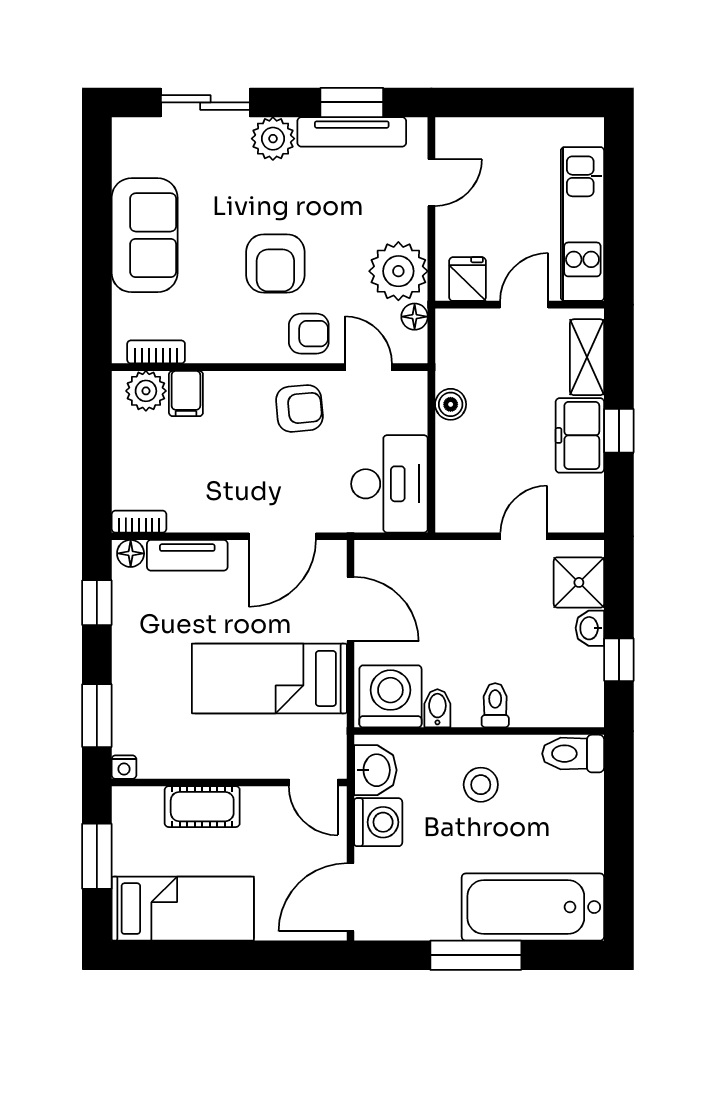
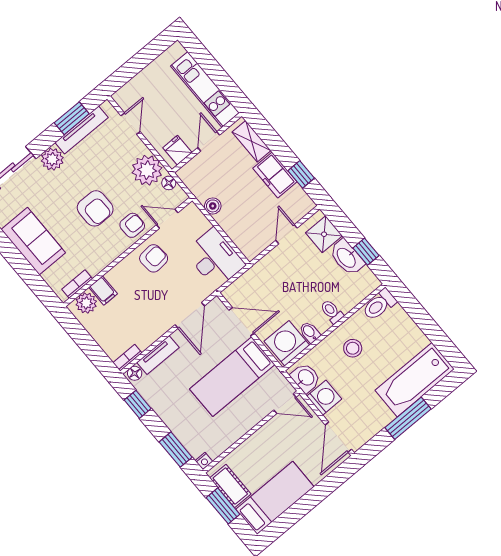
window: (619, 431) -> (301, 174), moved
washbasin: (590, 628) -> (347, 257), width x1.91, depth x1.45
cot: (202, 807) -> (230, 486), moved, turned 90

